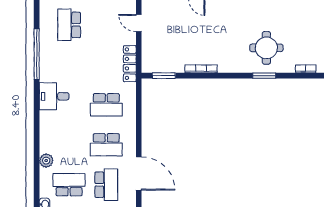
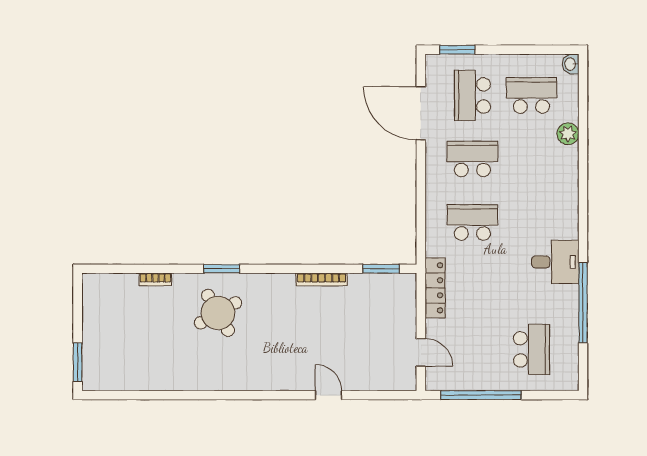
round table: (266, 48) -> (218, 313), turned -30
desk: (54, 96) -> (555, 262), moved
school desk: (69, 185) -> (531, 95), turned 180

